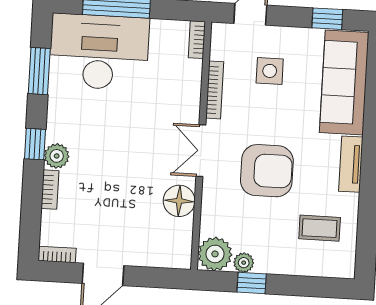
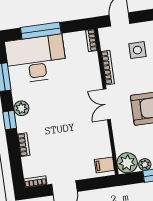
plant: (57, 156) -> (21, 108), moved
floor lamp: (179, 201) -> (100, 136), removed
filing cabinet: (177, 250) -> (104, 165), added

